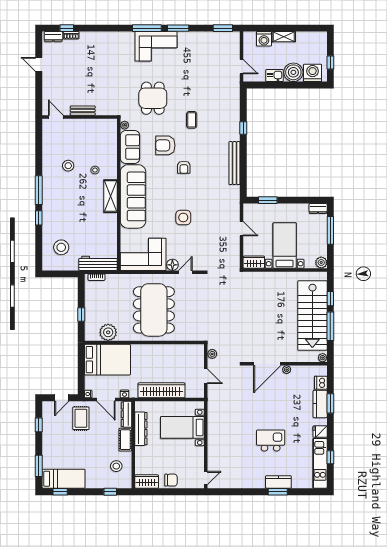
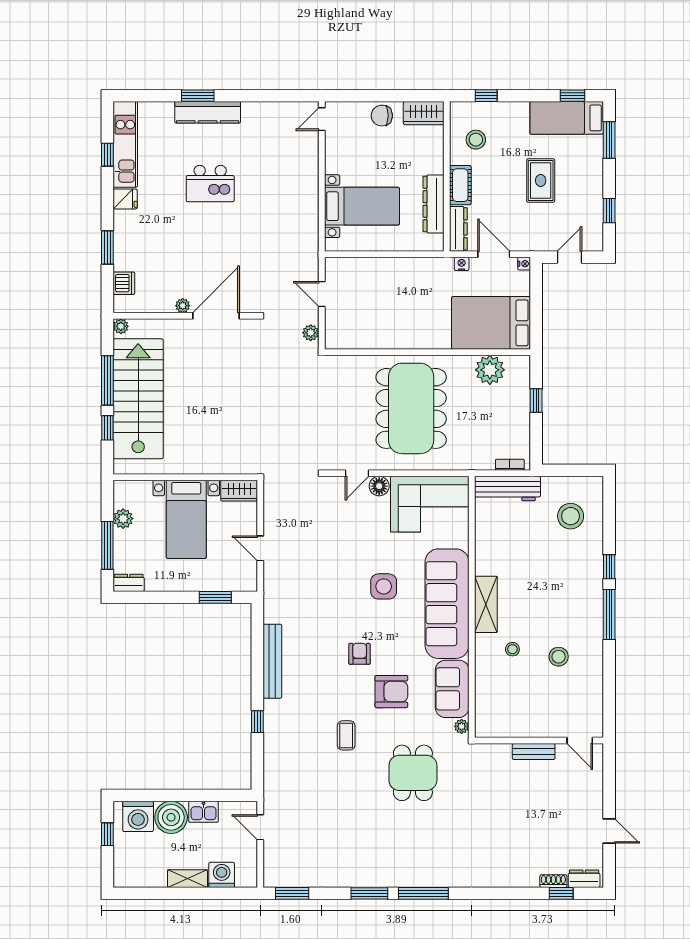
corner sofa: (156, 46) -> (407, 862), removed
side table: (183, 218) -> (384, 586), moved
plant: (321, 262) -> (123, 519), moved
wardrobe: (161, 390) -> (398, 270), removed
kitchen counter: (320, 404) -> (125, 247), removed
rug: (81, 418) -> (541, 181), moved
kitchen counter: (278, 482) -> (208, 112), width x1.50

